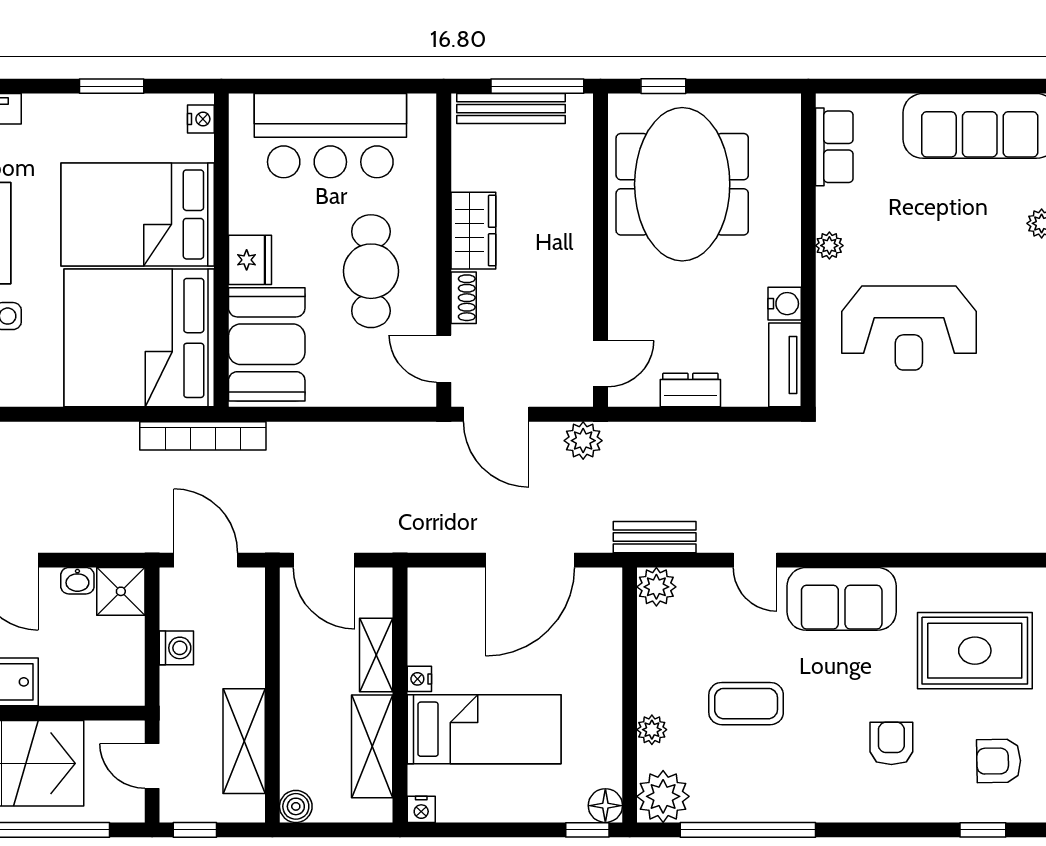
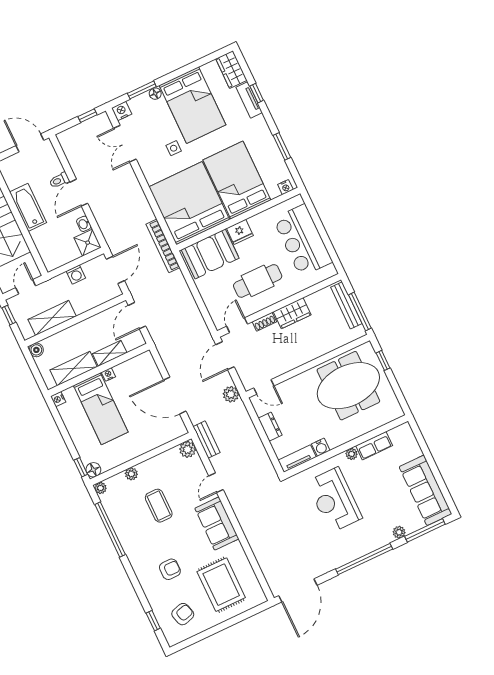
row of seats: (834, 147) -> (374, 446), moved
armchair: (999, 761) -> (183, 614), turned 75
plant: (663, 796) -> (101, 488), width x0.53, depth x0.53

